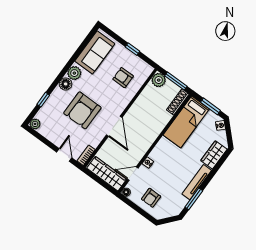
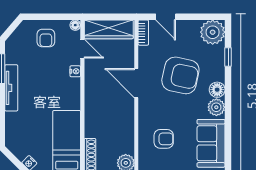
armchair: (82, 110) -> (180, 75), turned 102
plant: (35, 124) -> (213, 32), width x1.87, depth x1.87
wardrobe: (214, 155) -> (14, 128), removed
door: (133, 174) -> (82, 49), hinge flipped
armchair: (151, 198) -> (46, 38), turned 180

